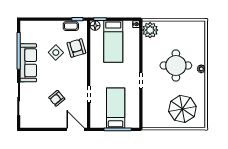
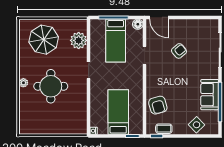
floor lamp: (95, 26) -> (138, 24), moved
plant: (150, 30) -> (79, 40), moved
side table: (56, 53) -> (197, 125), moved
sofa: (28, 63) -> (210, 95), width x0.73

